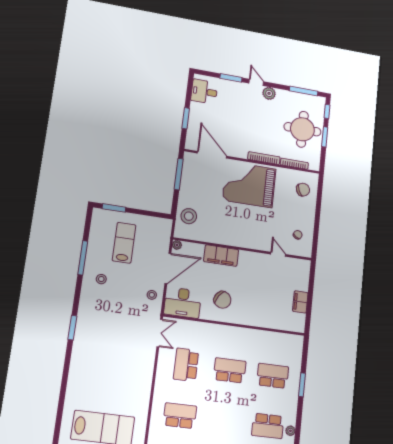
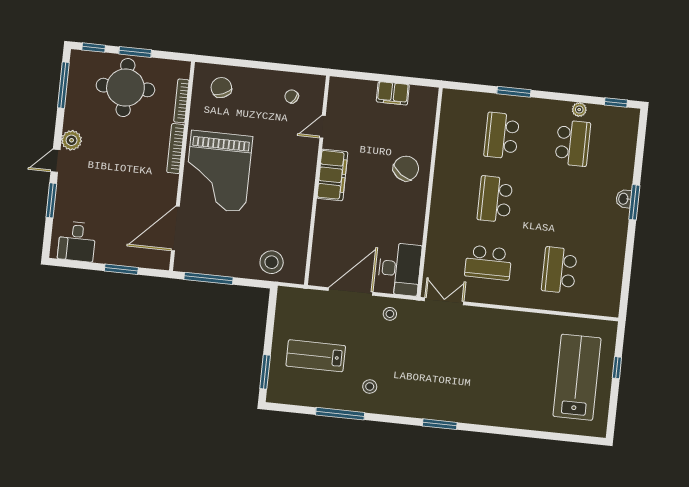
plant: (177, 245) -> (315, 279), removed
filing cabinet: (221, 256) -> (332, 175), moved
door: (168, 268) -> (351, 291), hinge flipped
chair: (222, 300) -> (406, 168), moved

